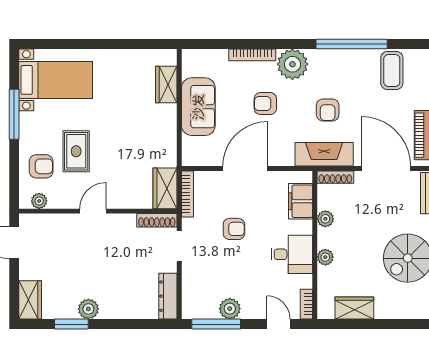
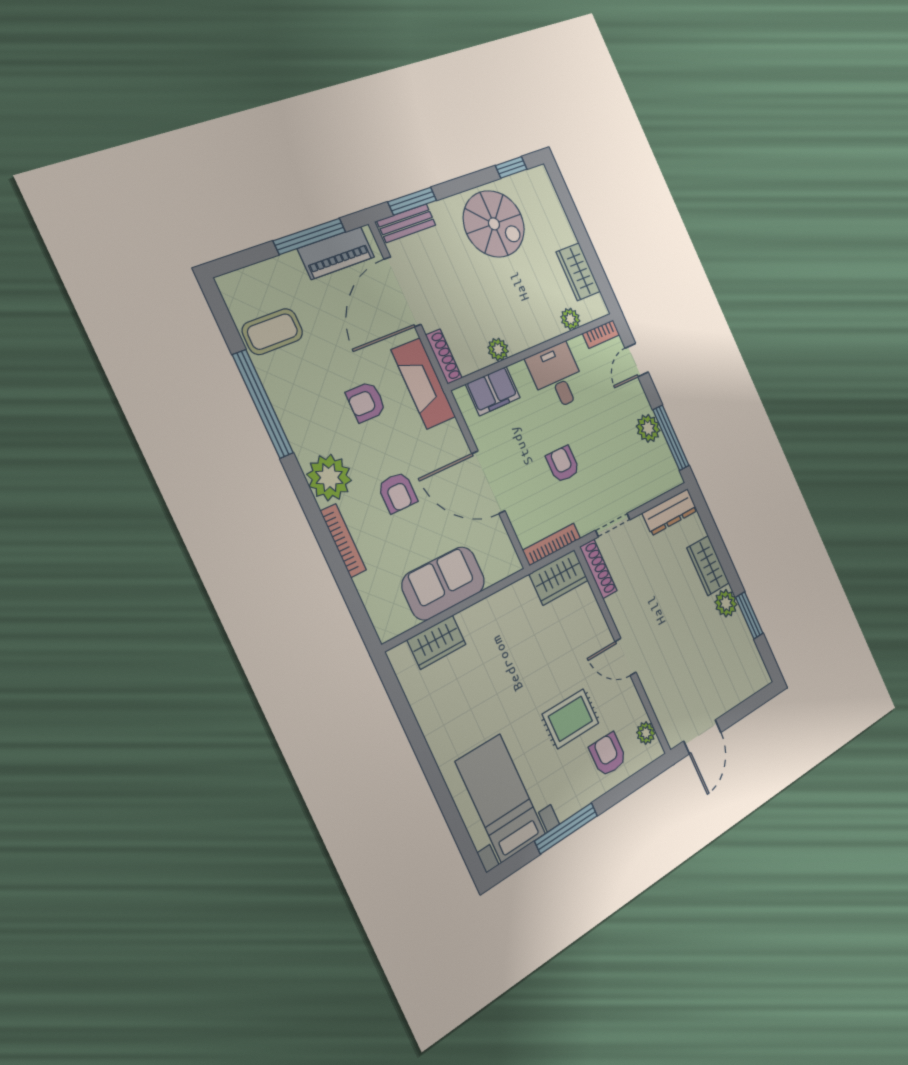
armchair: (328, 110) -> (366, 402), turned 180
plant: (325, 257) -> (570, 319), moved
wardrobe: (30, 300) -> (708, 566), moved, turned -90

